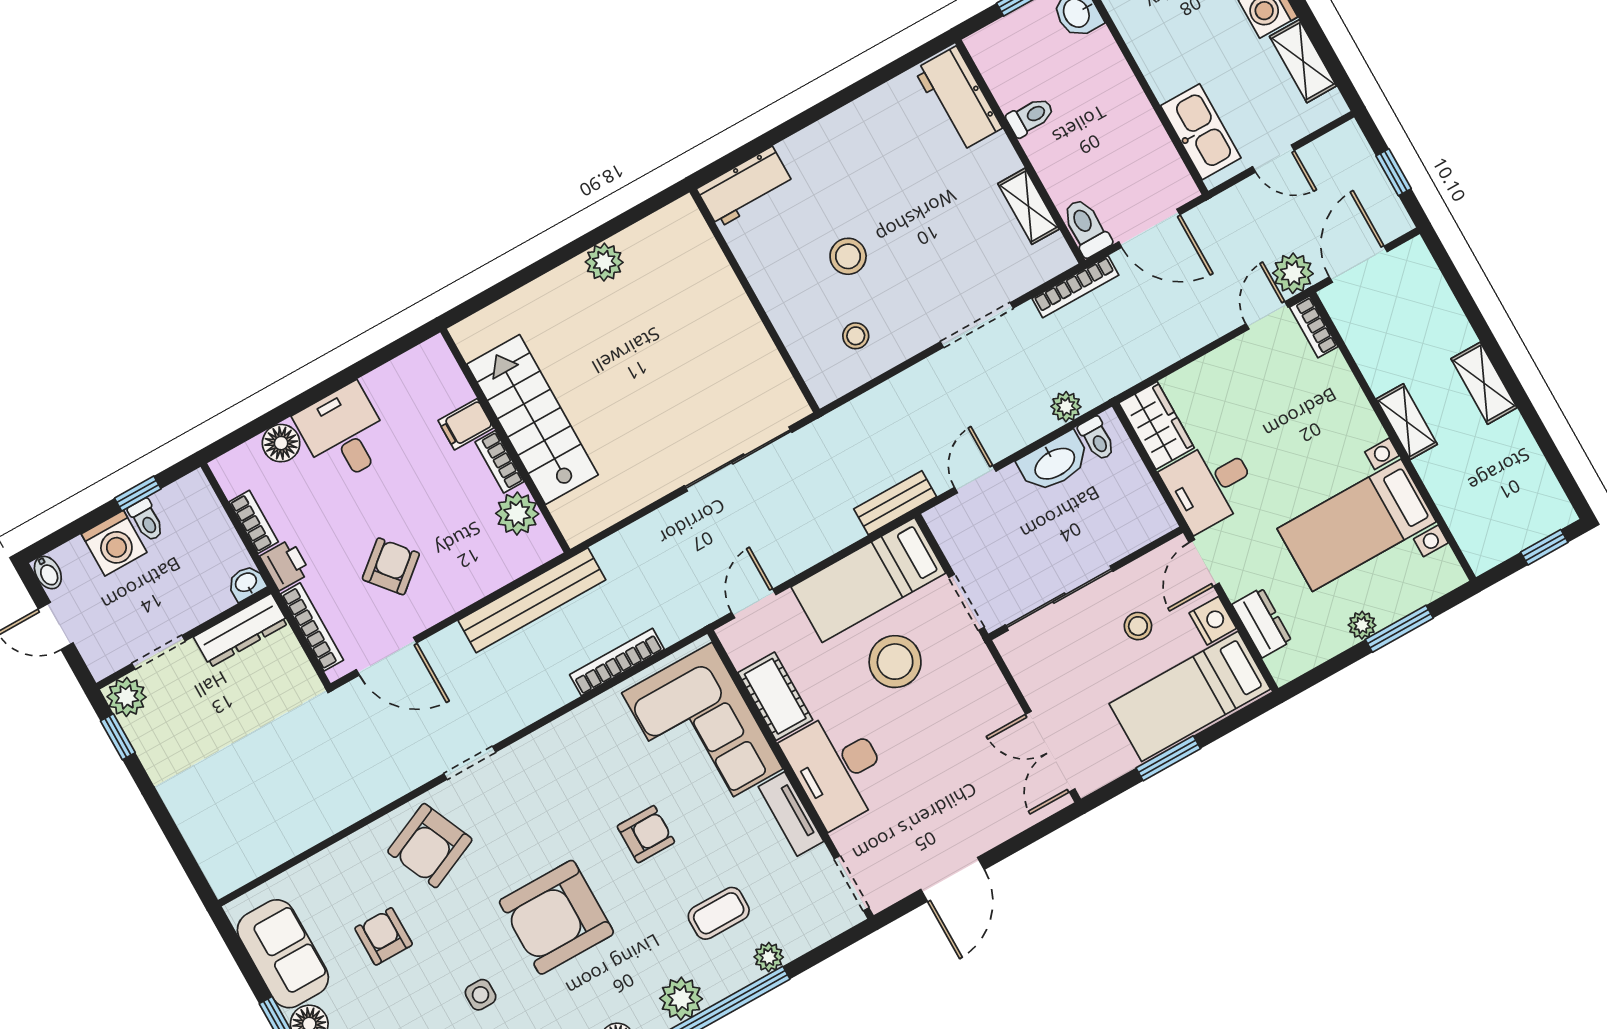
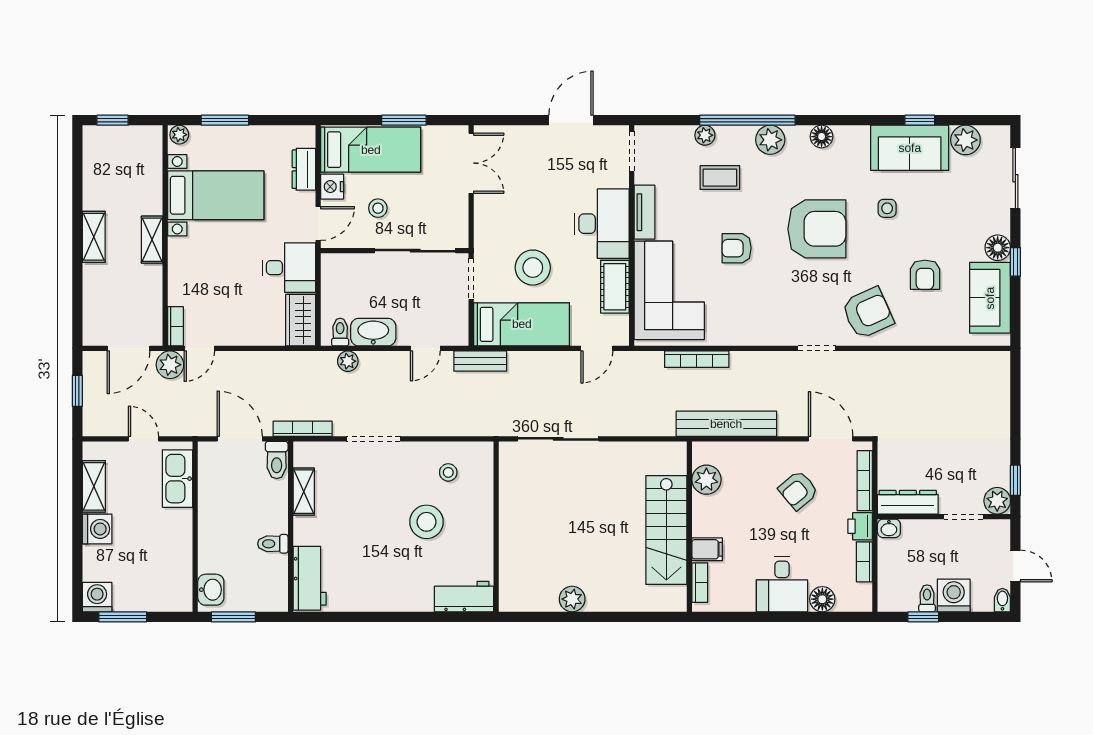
stool: (848, 256) -> (427, 522), width x1.38, depth x1.38
bookcase: (499, 462) -> (700, 583), moved
plant: (1362, 625) -> (179, 135), moved

